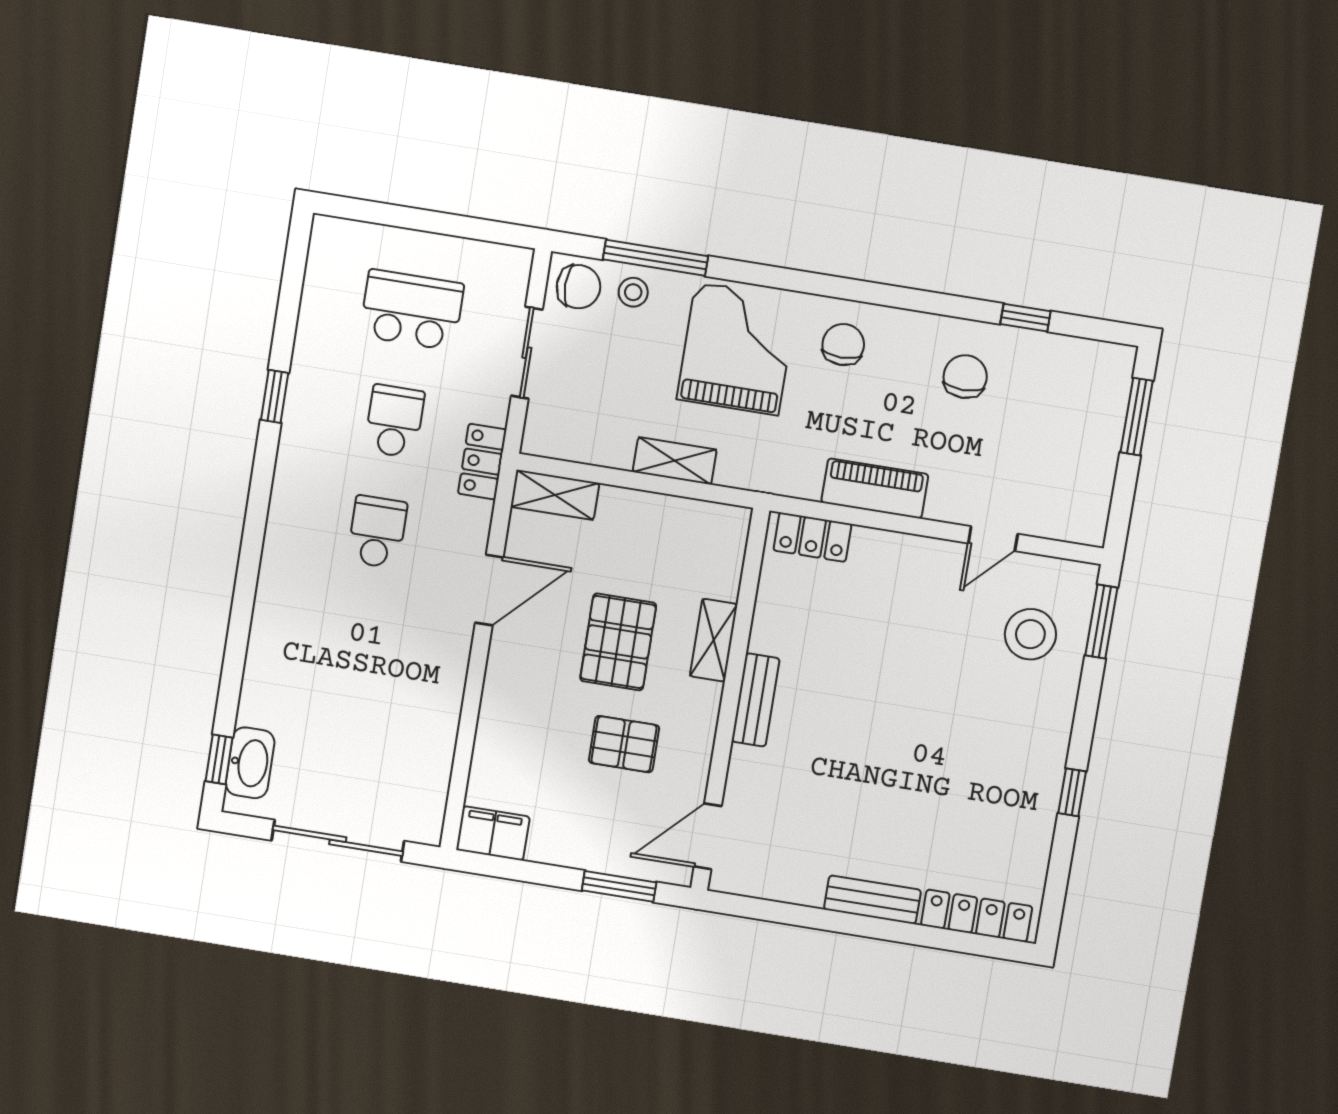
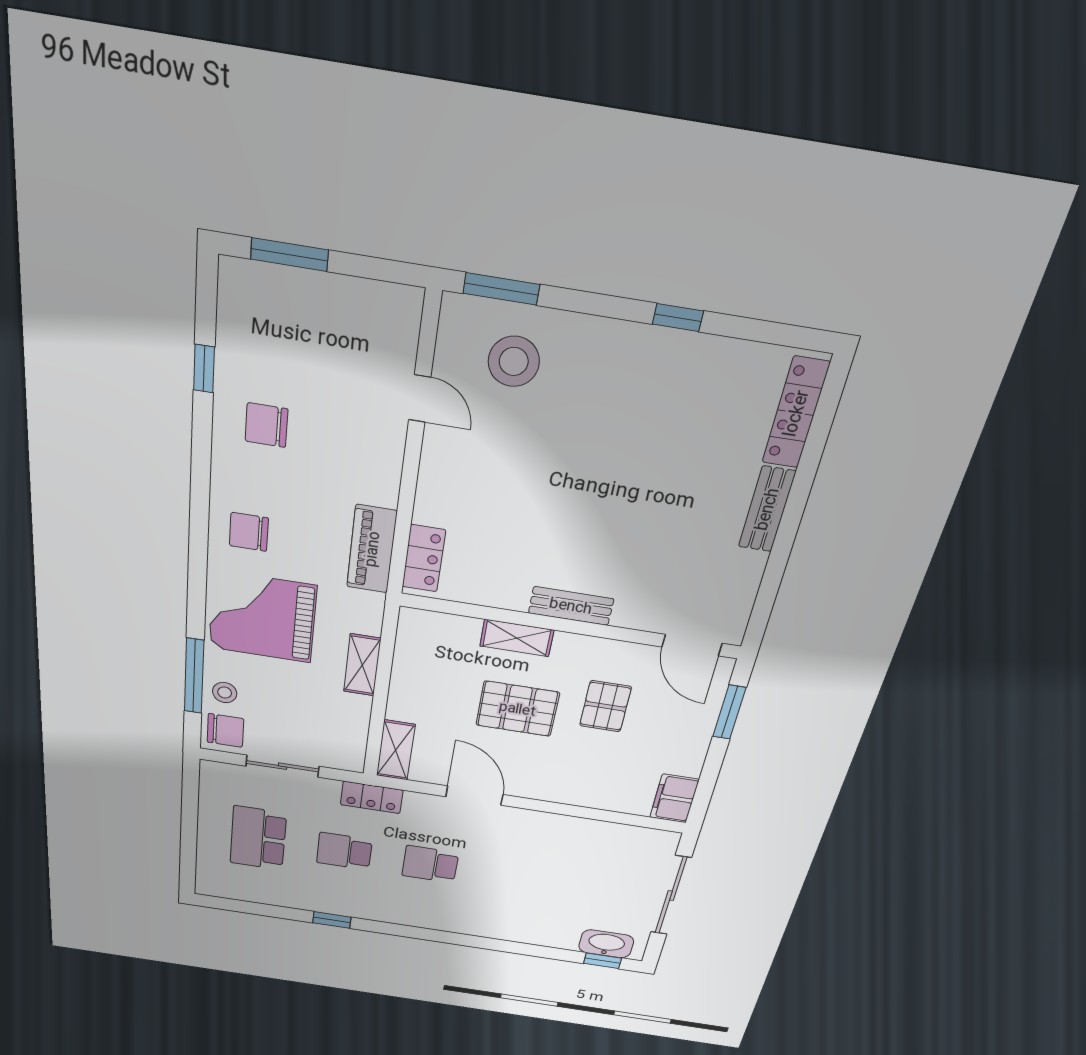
chair: (578, 287) -> (225, 730), turned 90
piano: (875, 488) -> (372, 549), moved

